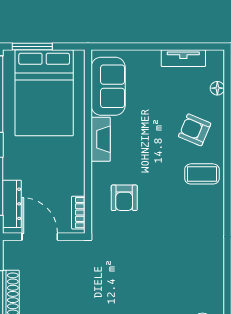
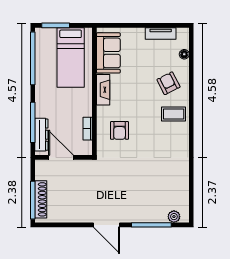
bed: (44, 93) -> (71, 57), width x0.67
armchair: (195, 130) -> (168, 83), turned 40
bookcase: (78, 213) -> (88, 129), moved

